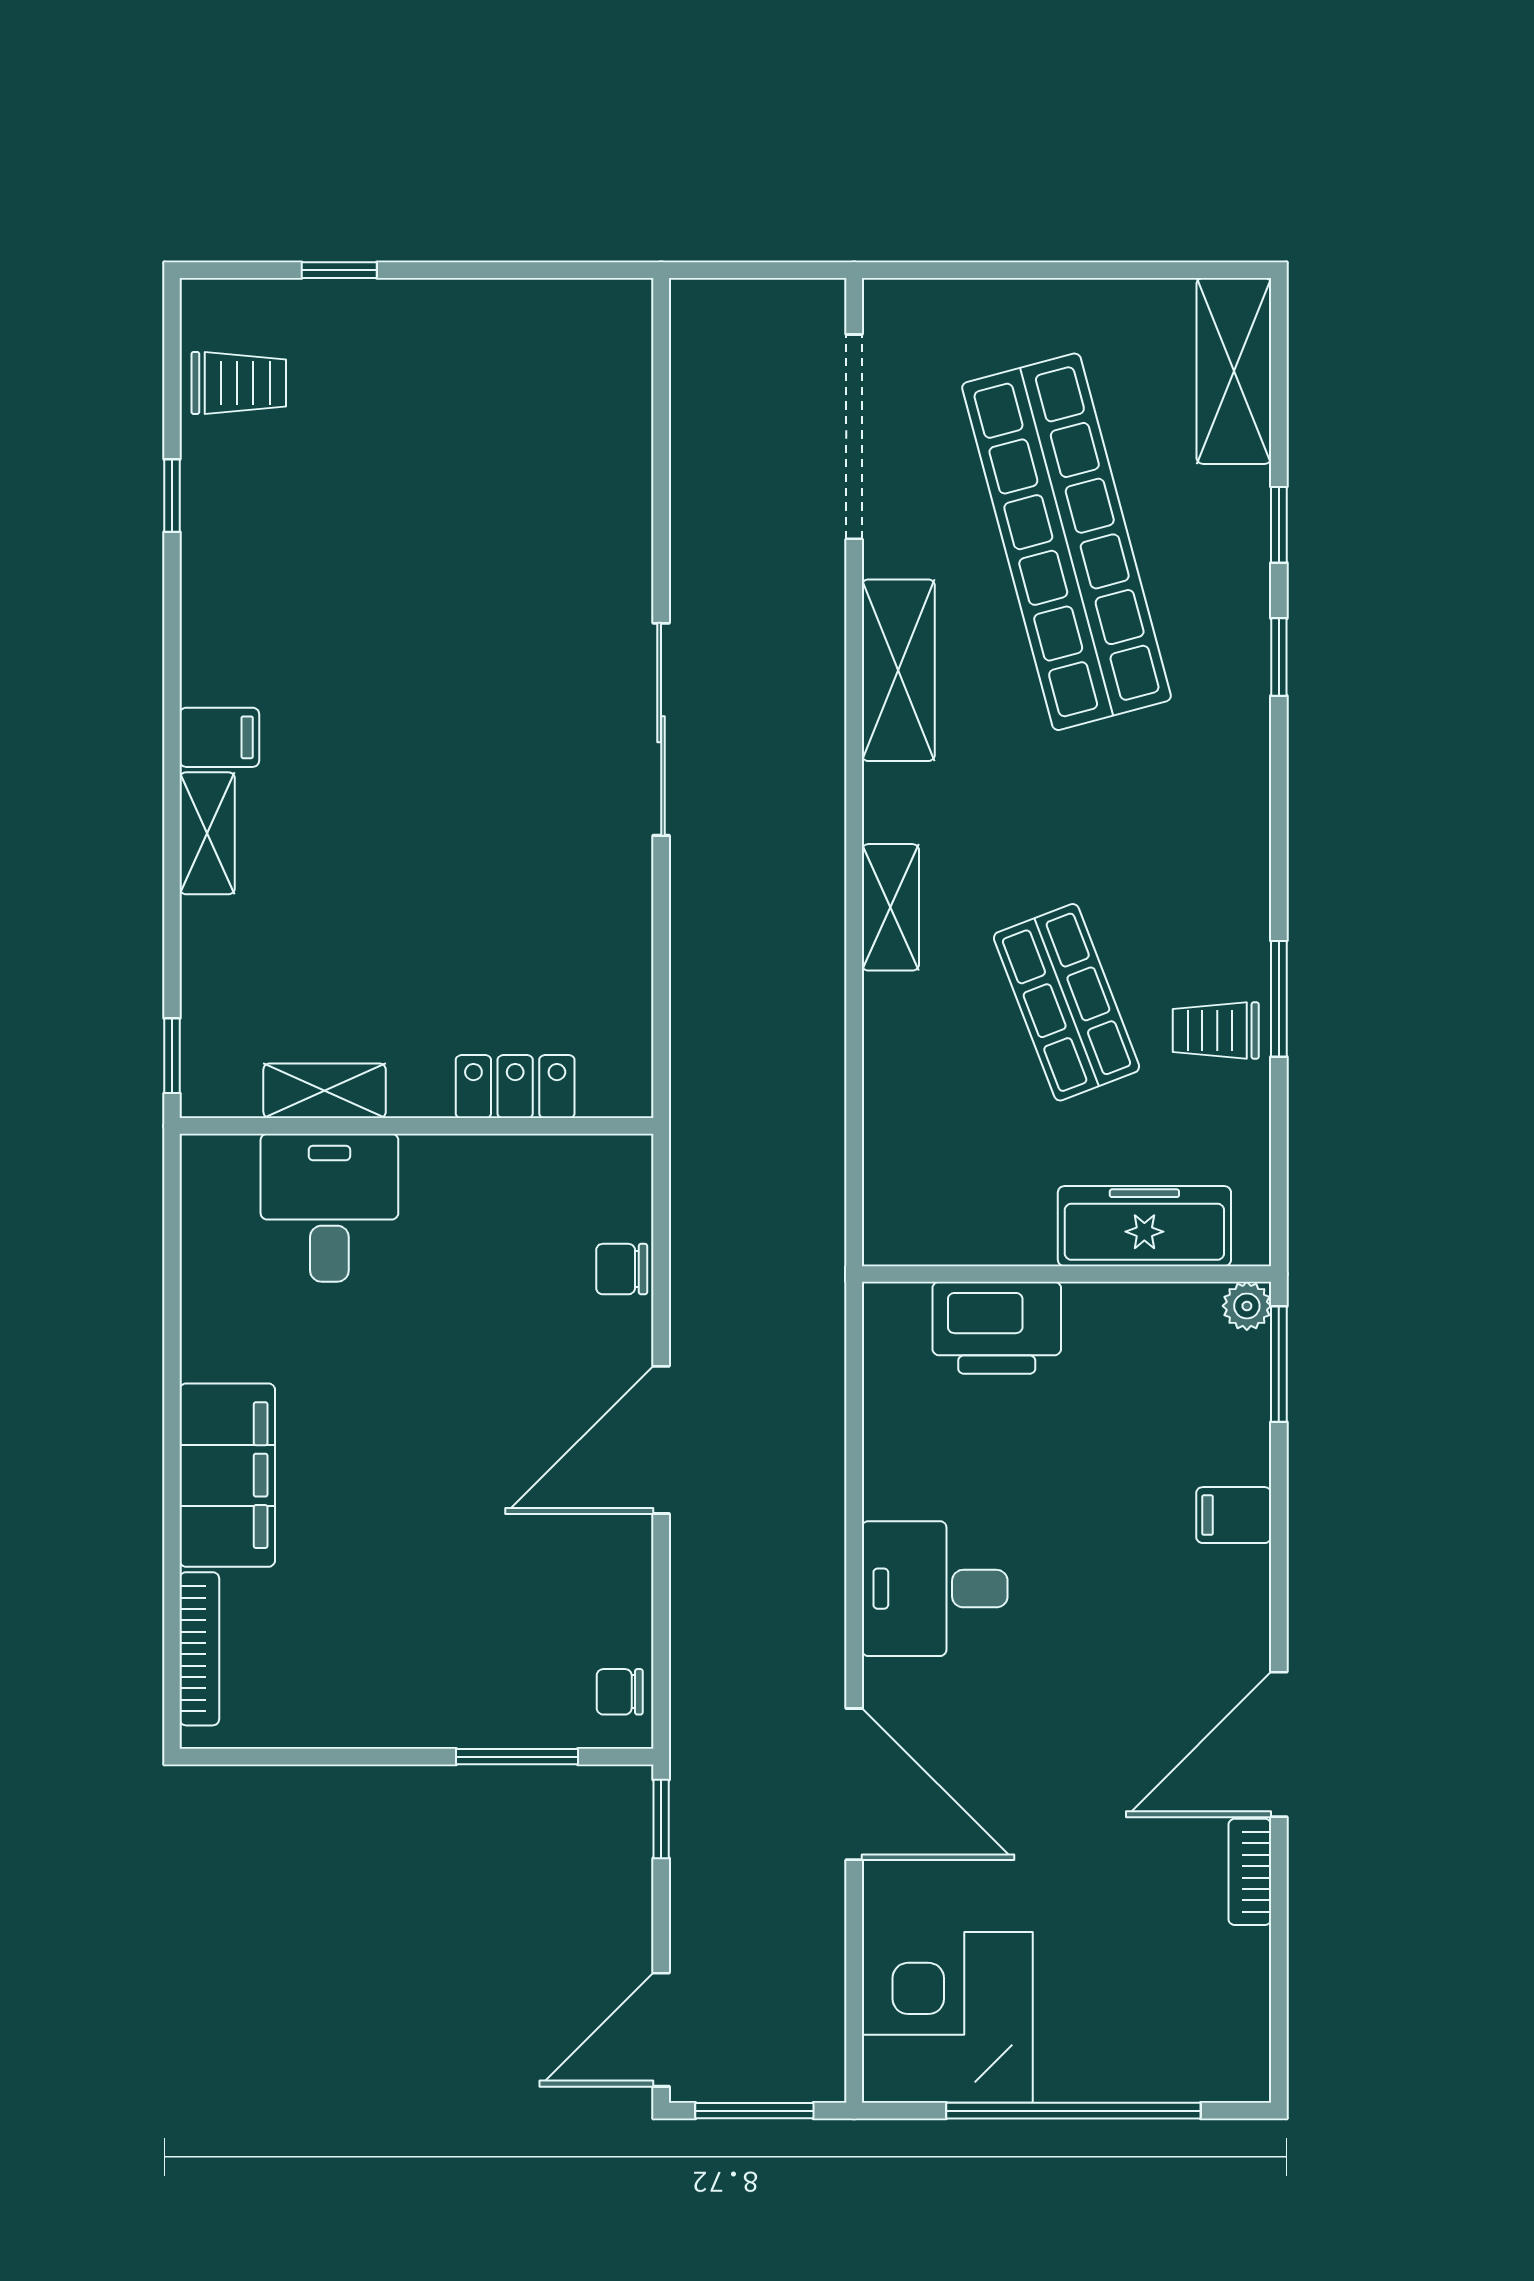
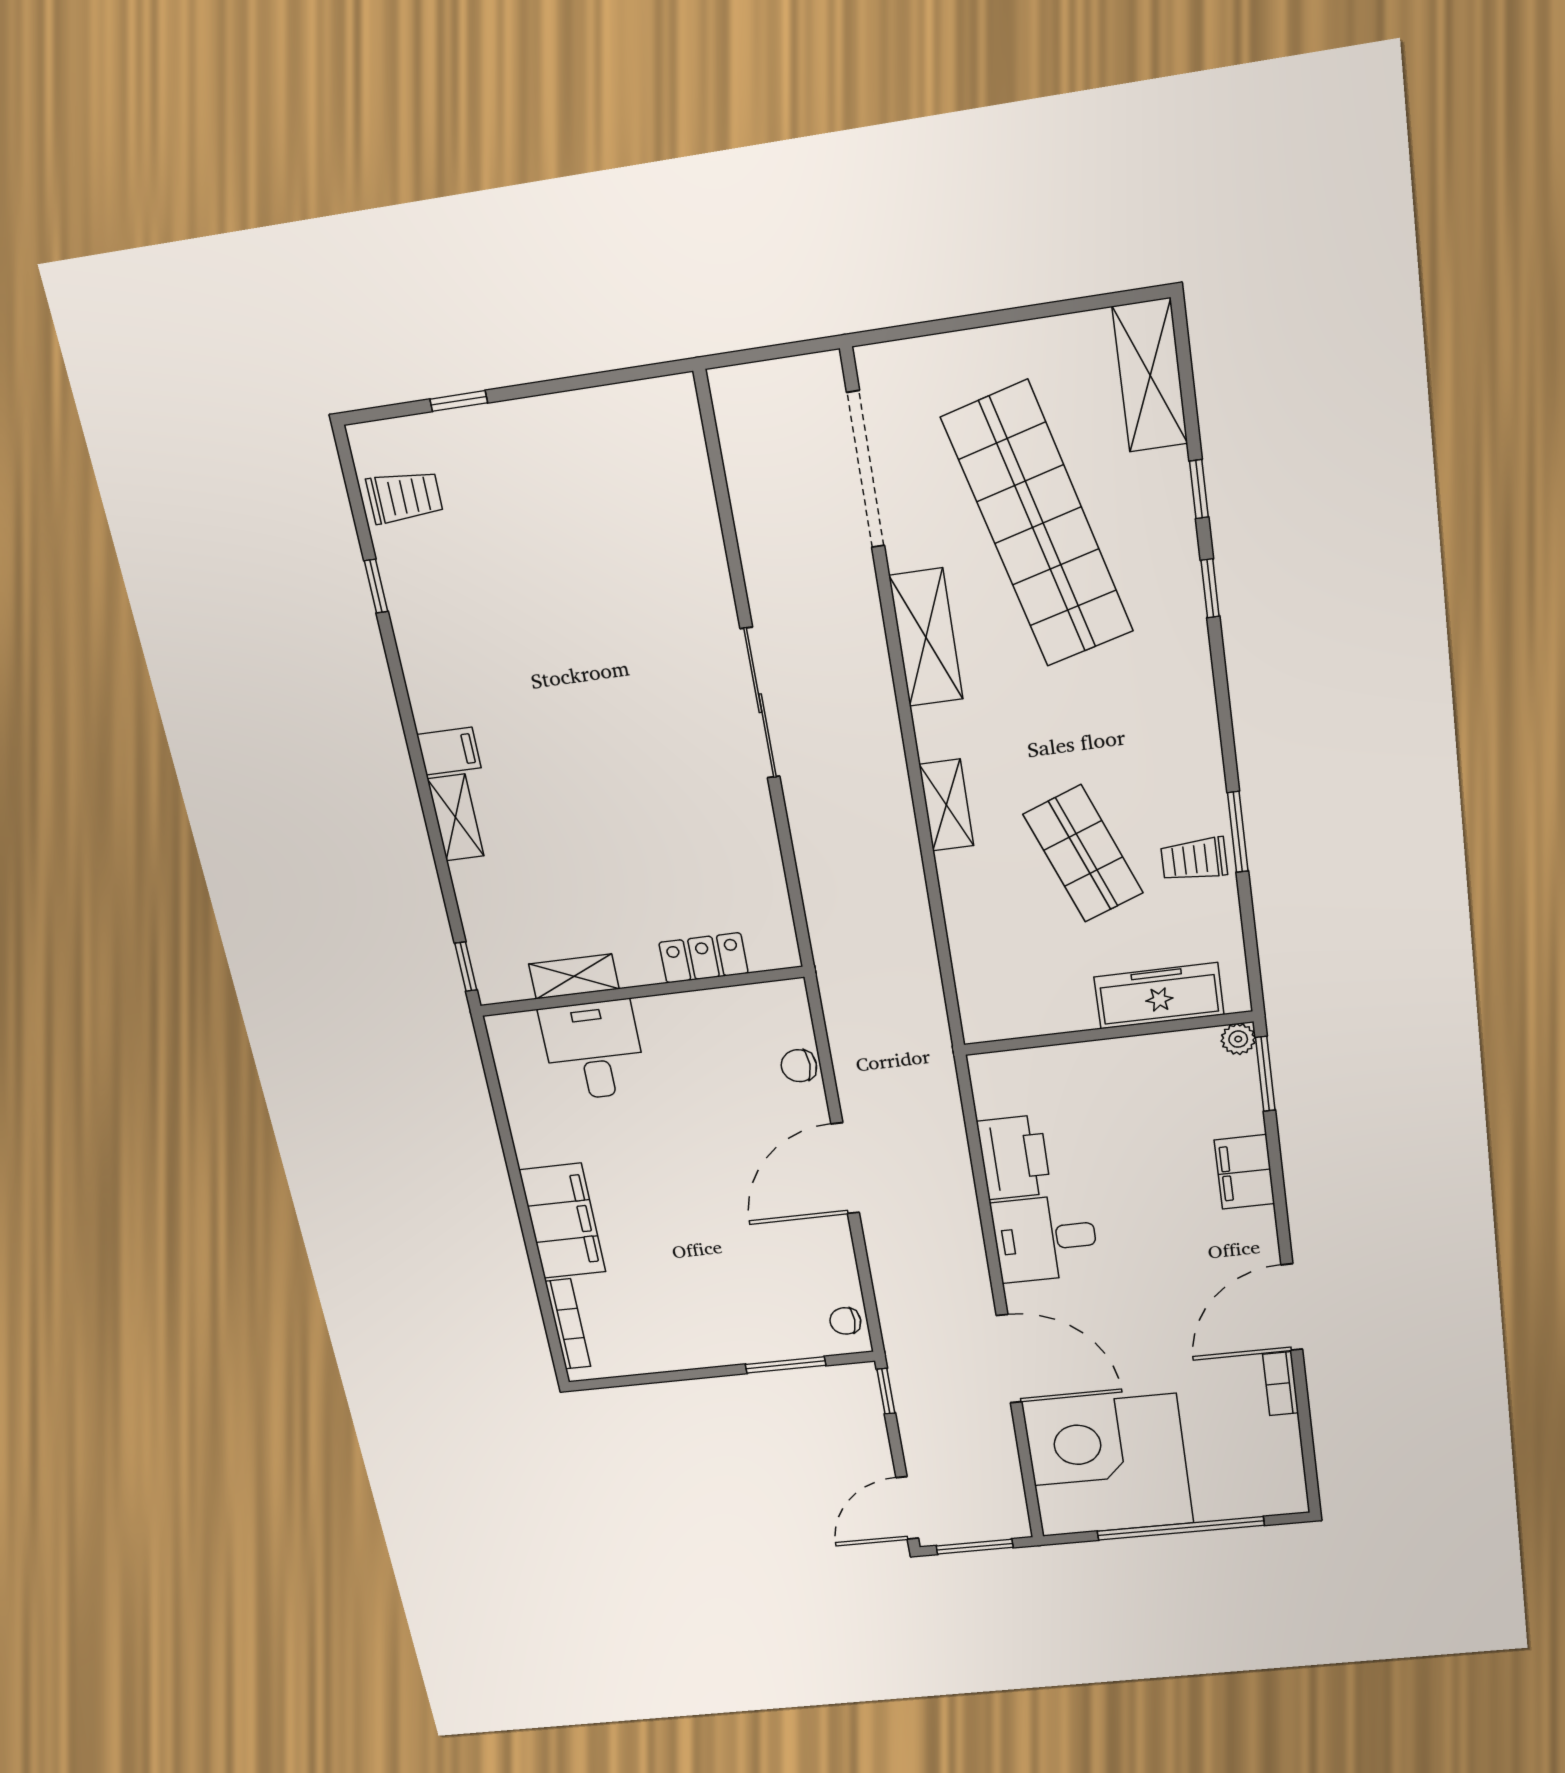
printer: (997, 1328) -> (1014, 1157), moved, turned -90
filing cabinet: (1234, 1515) -> (1245, 1172), width x2.00
corner desk: (947, 2017) -> (1108, 1466), width x1.36, depth x1.36

